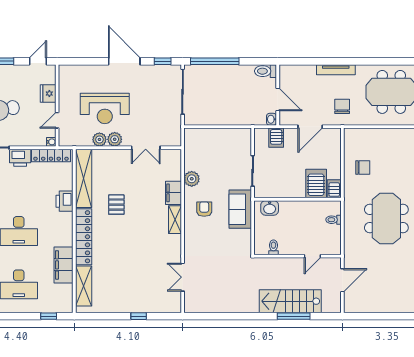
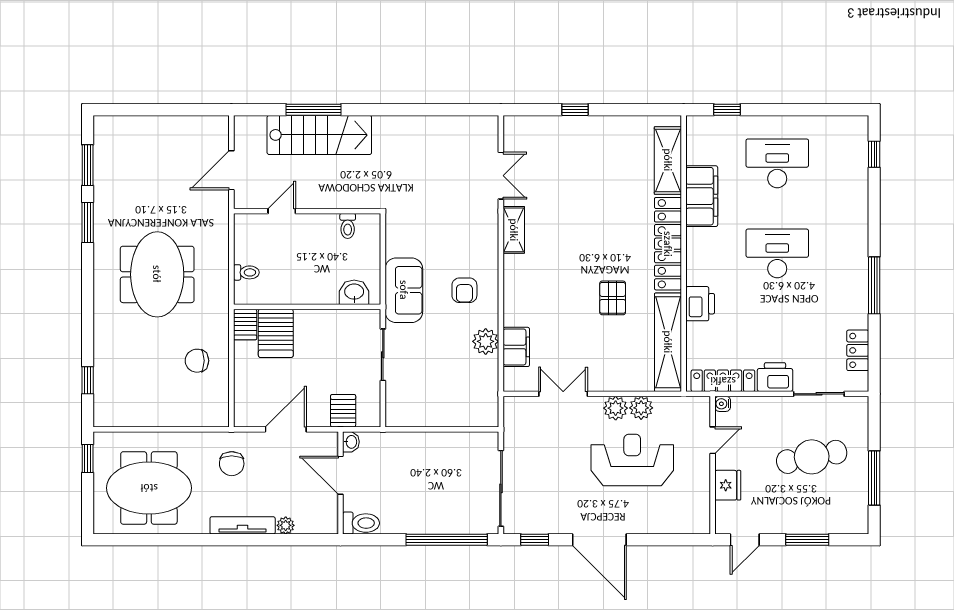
plant: (310, 70) -> (286, 525), added
filing cabinet: (173, 193) -> (516, 347), moved
shelving: (175, 220) -> (514, 230), moved

